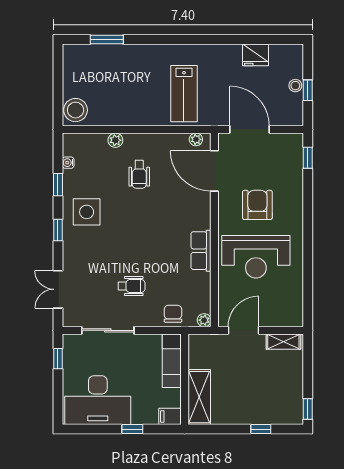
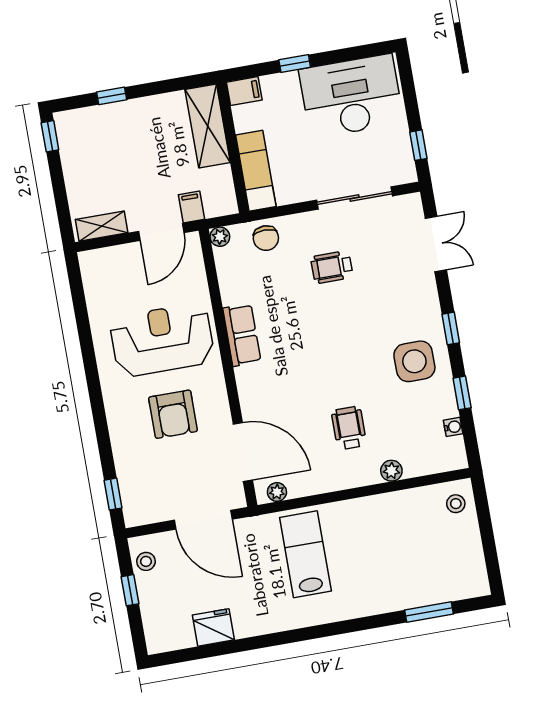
stool: (295, 86) -> (146, 561), moved
stool: (76, 110) -> (456, 504), width x0.53, depth x0.53
filing cabinet: (220, 344) -> (191, 207), added

